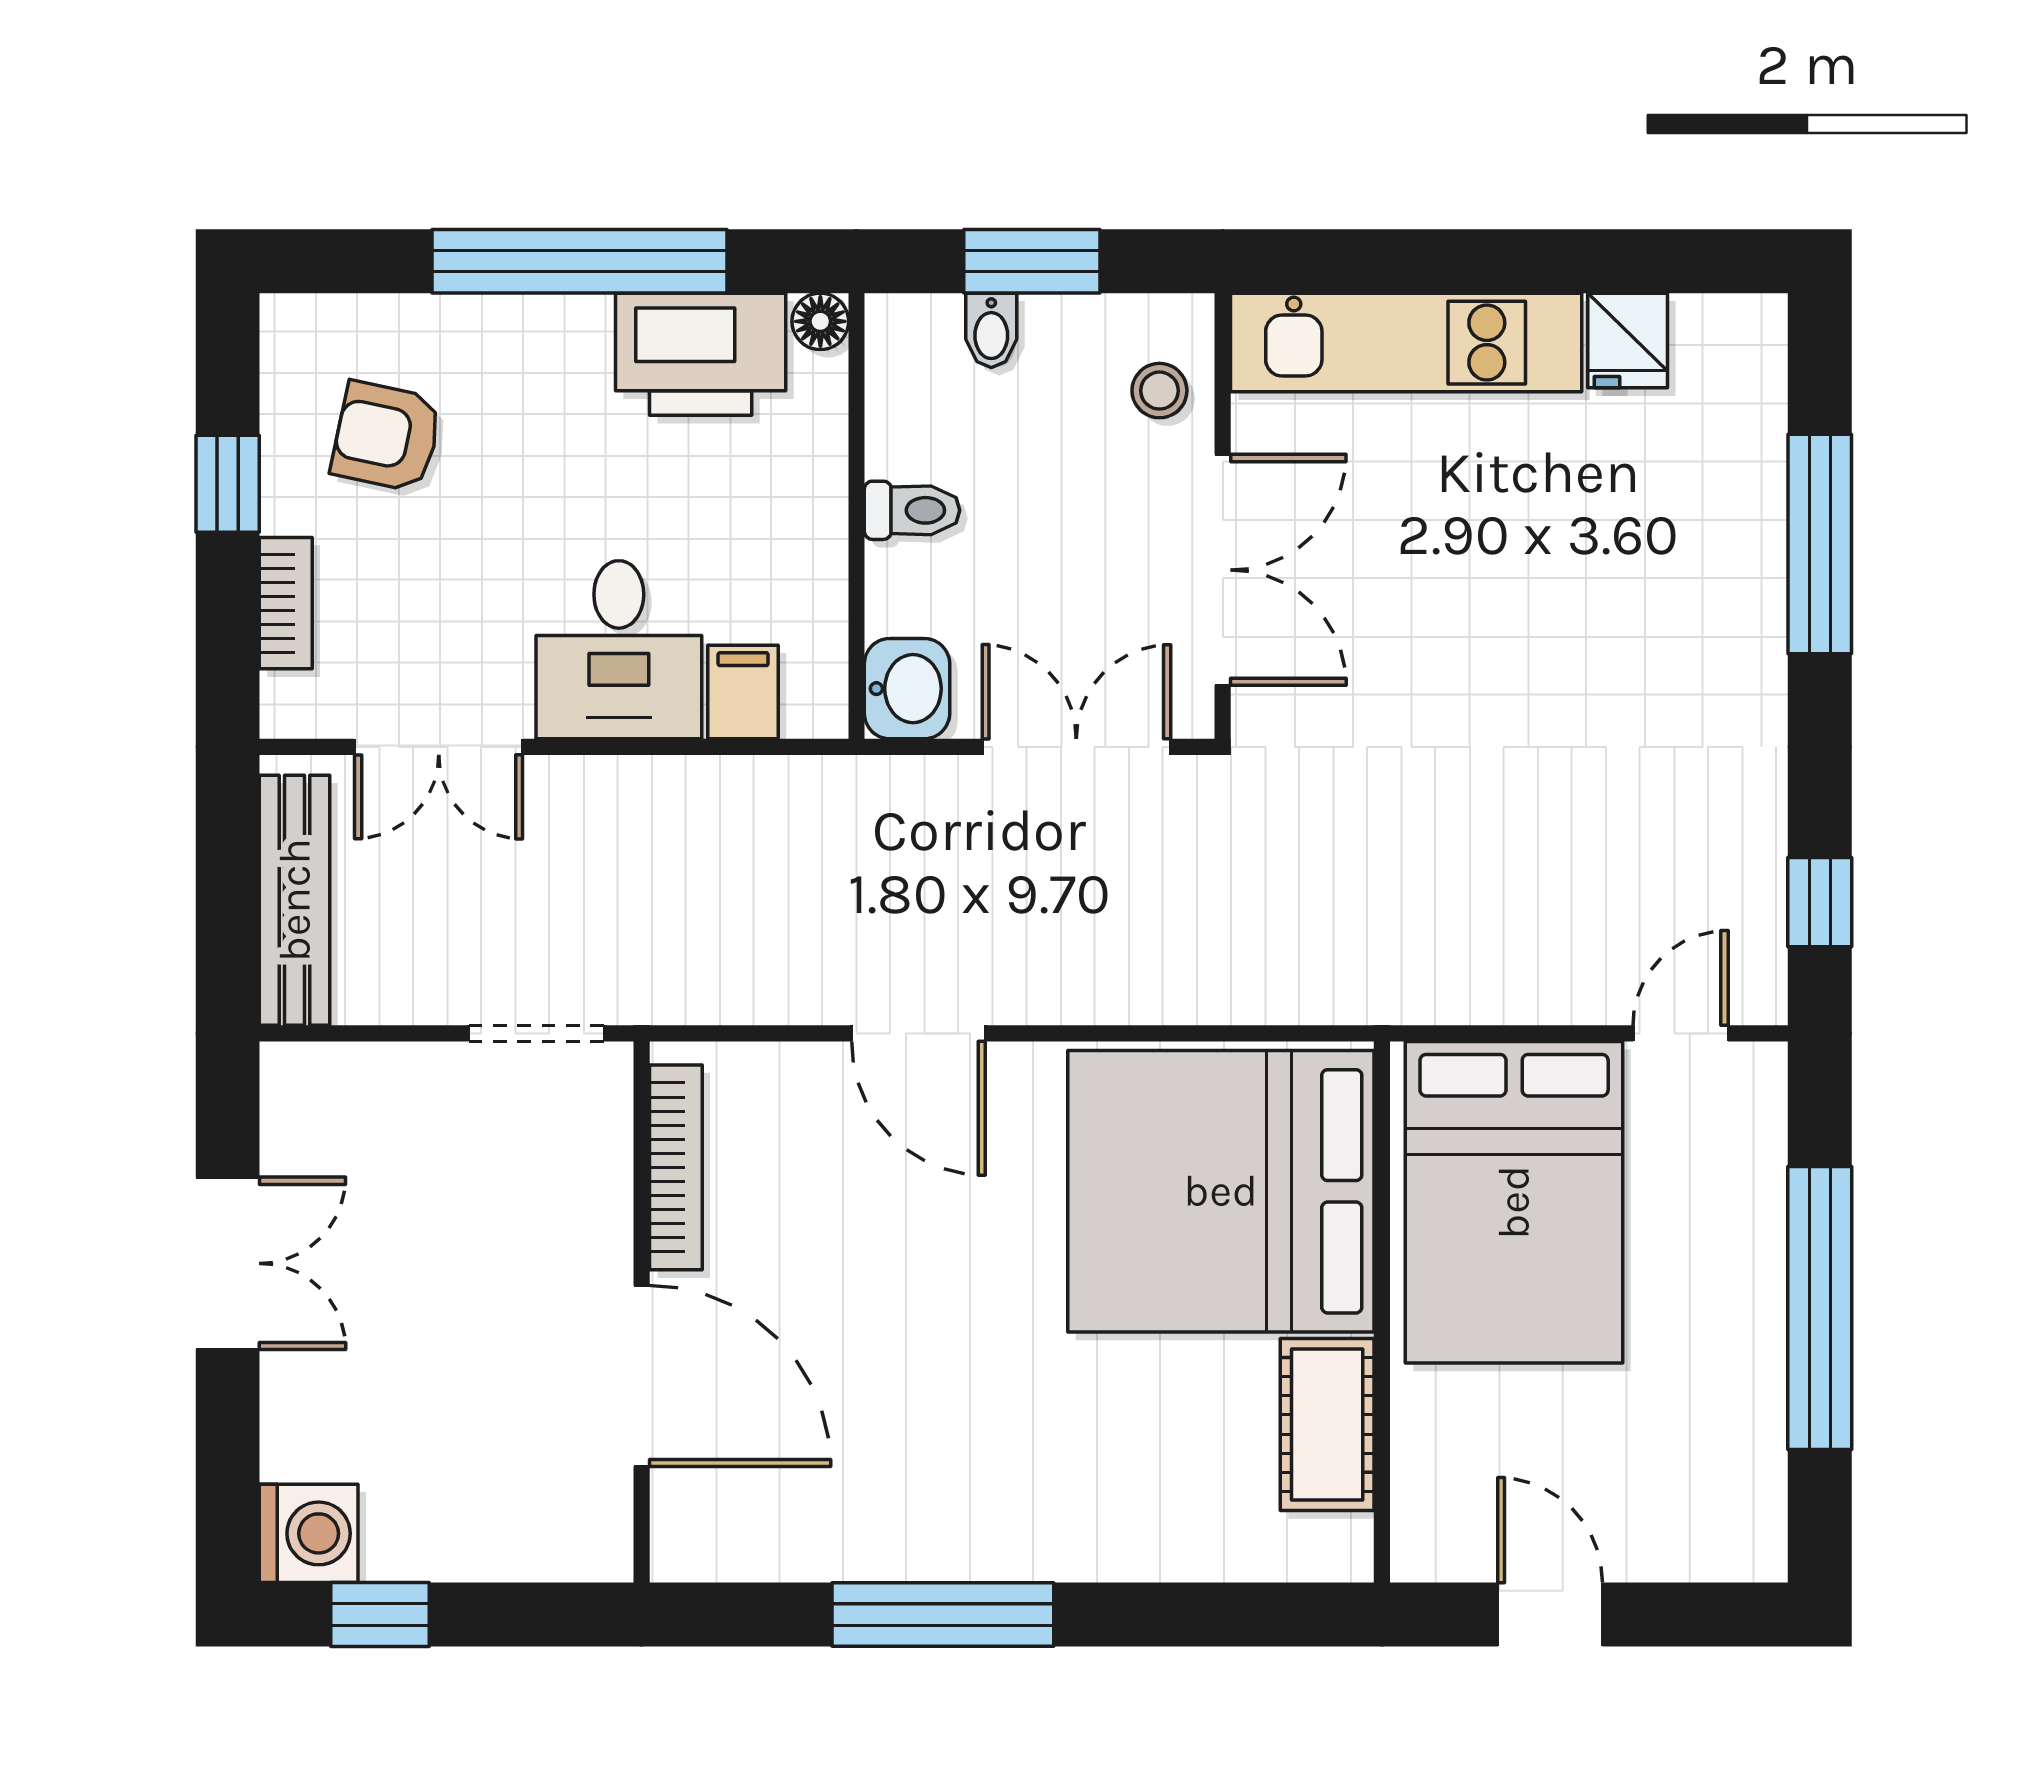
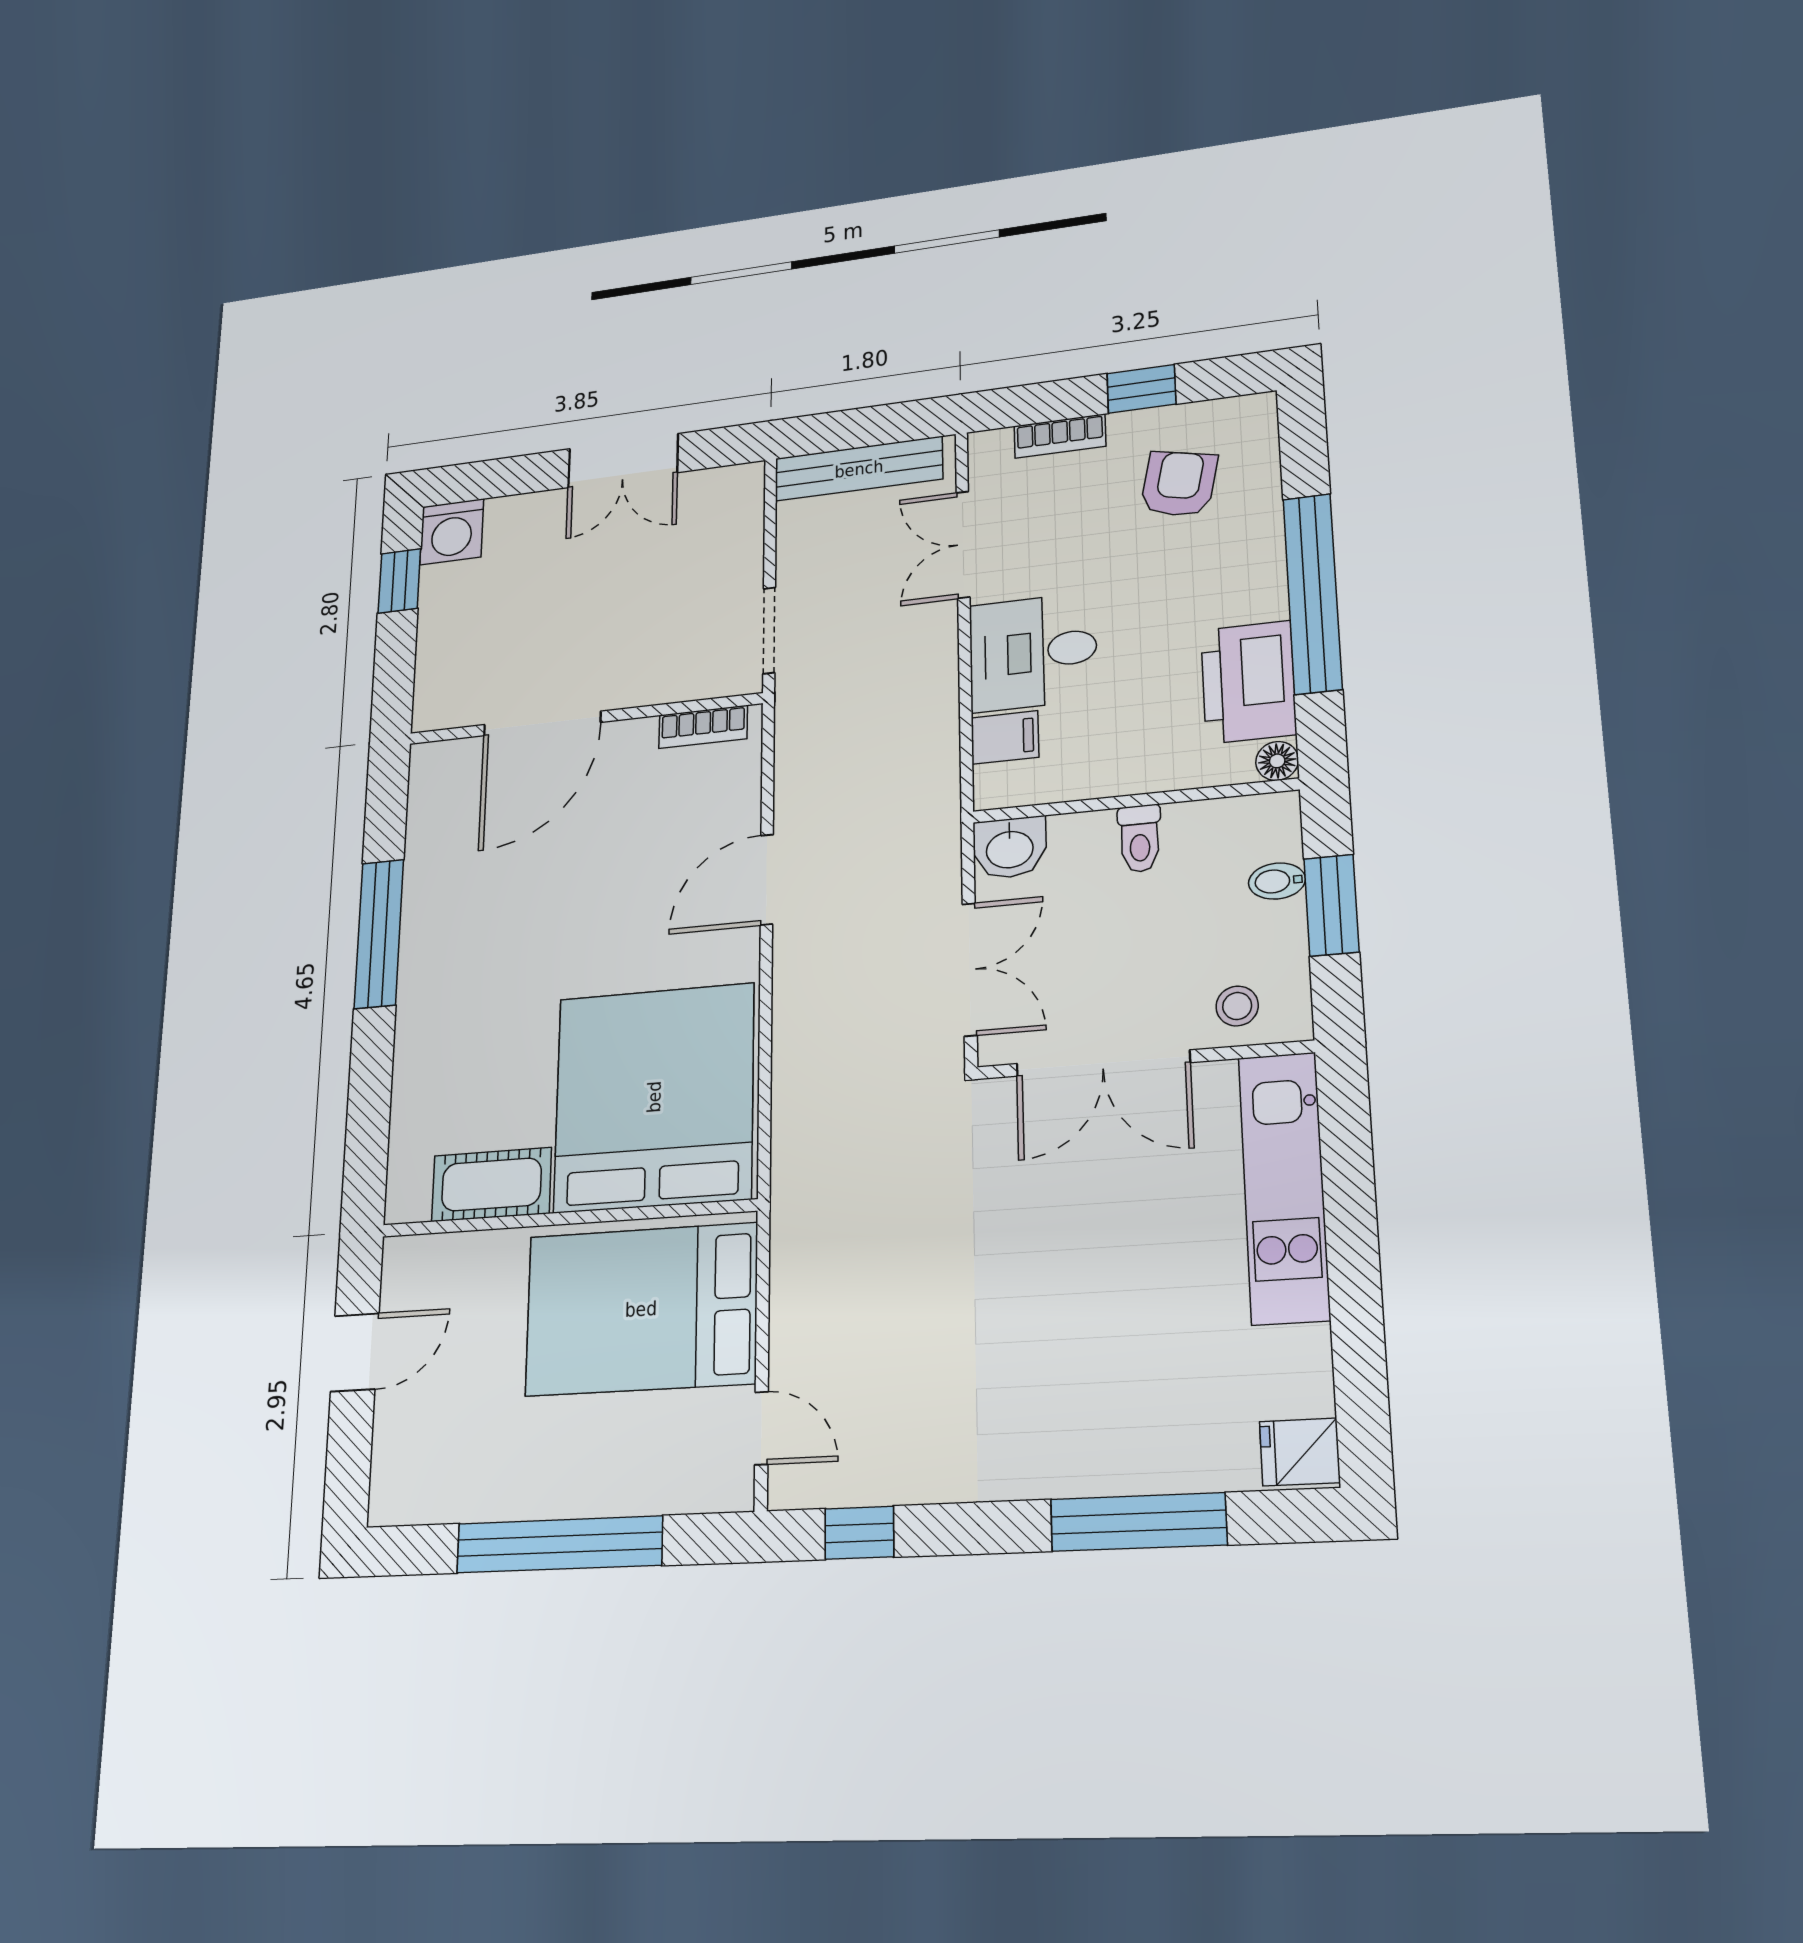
fridge: (1628, 340) -> (1300, 1452), moved
bookcase: (676, 1167) -> (703, 727), width x0.64

